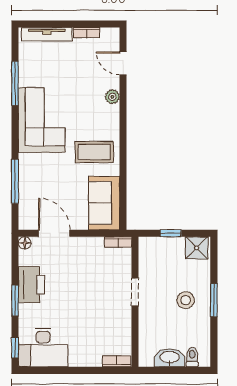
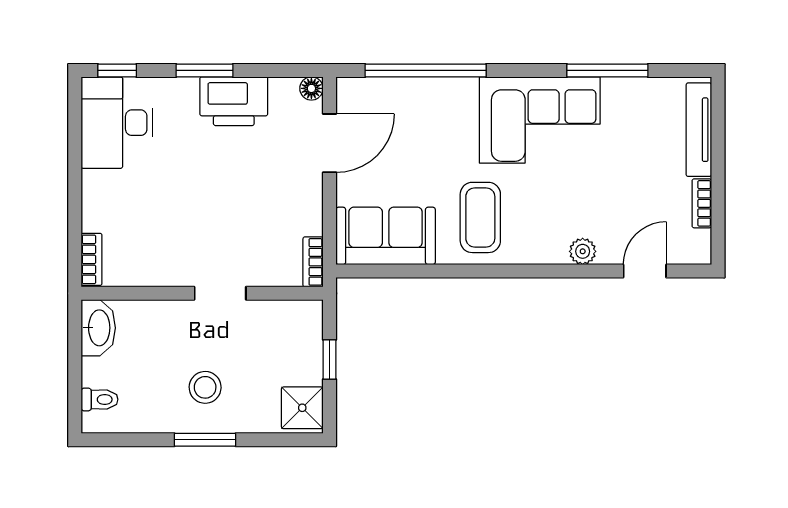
window: (15, 181) -> (426, 70), width x1.46
washbasin: (170, 358) -> (98, 328), moved

